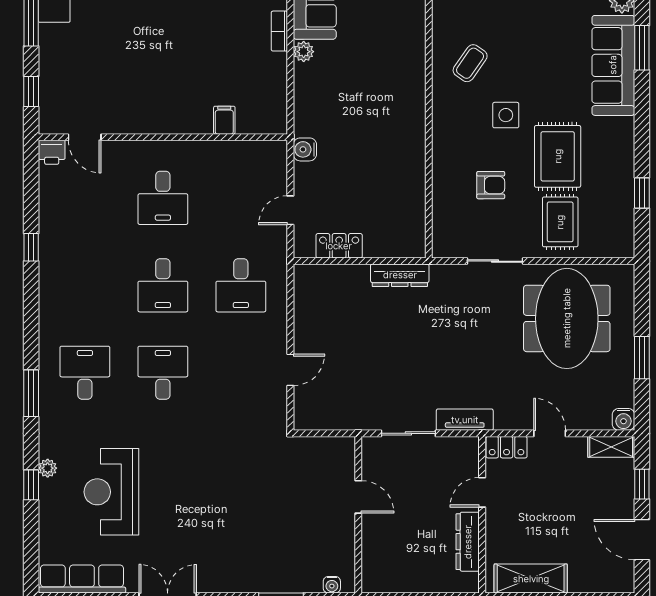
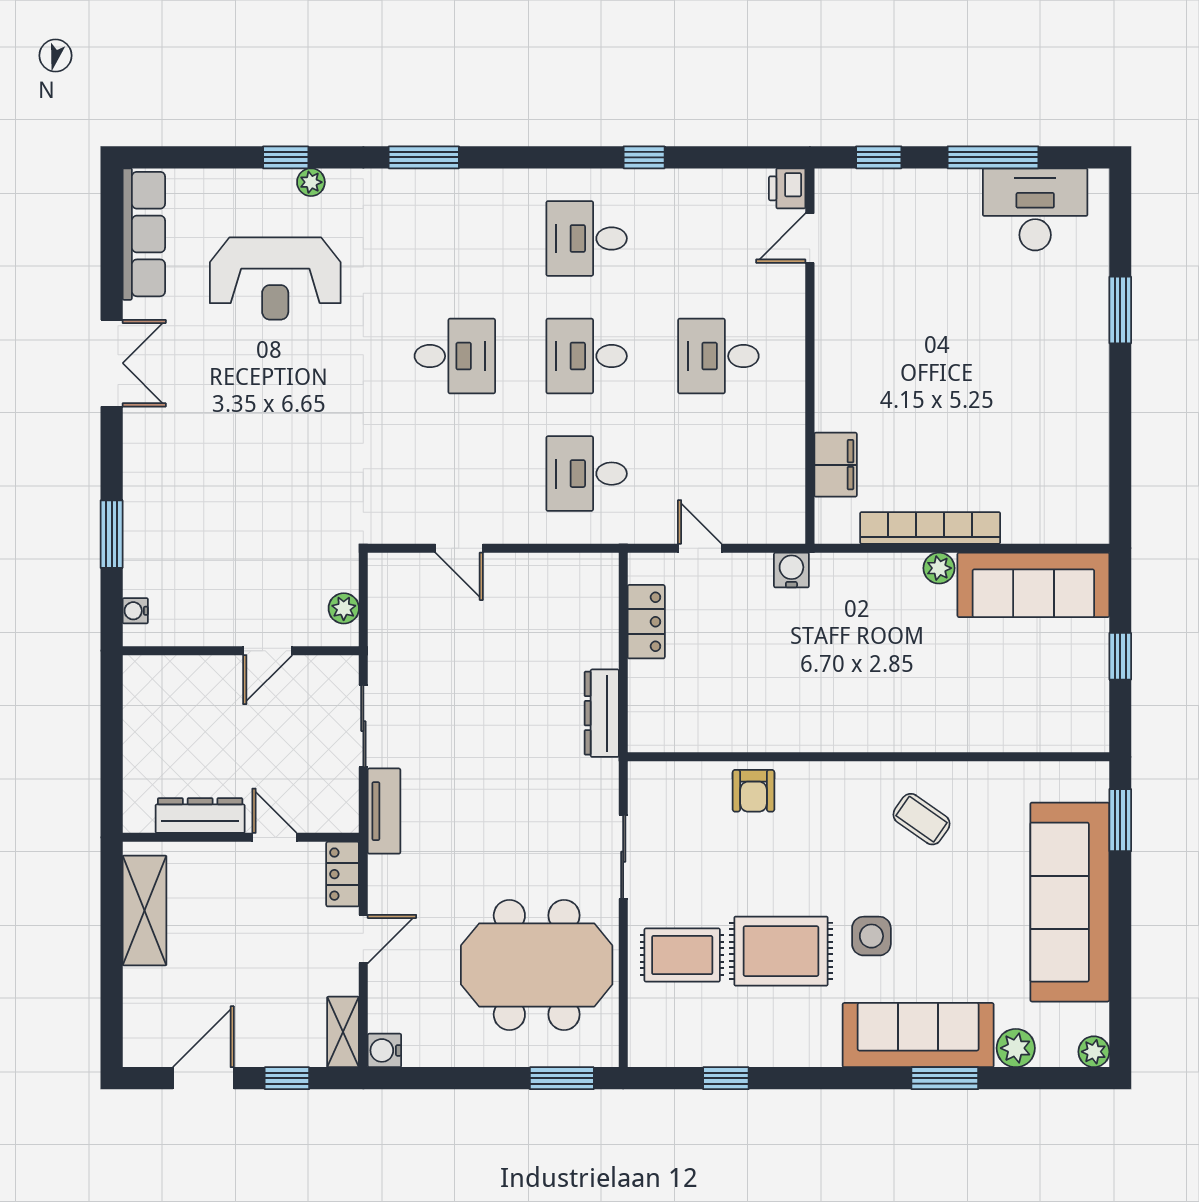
bookcase: (279, 31) -> (930, 528), width x2.31, depth x1.31
side table: (506, 115) -> (871, 936), moved
filing cabinet: (224, 120) -> (836, 465), width x2.00
armchair: (491, 185) -> (753, 791), moved
window: (642, 358) -> (562, 1078), moved
desk: (85, 373) -> (587, 238), moved, turned 180
plant: (330, 446) -> (344, 608), added
reception desk: (111, 492) -> (275, 278), turned 180

